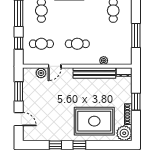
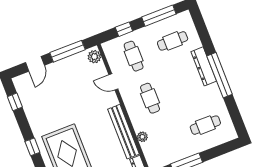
plant: (41, 73) -> (94, 57), moved
window: (19, 91) -> (67, 51), width x1.44
window: (55, 145) -> (15, 102), moved

